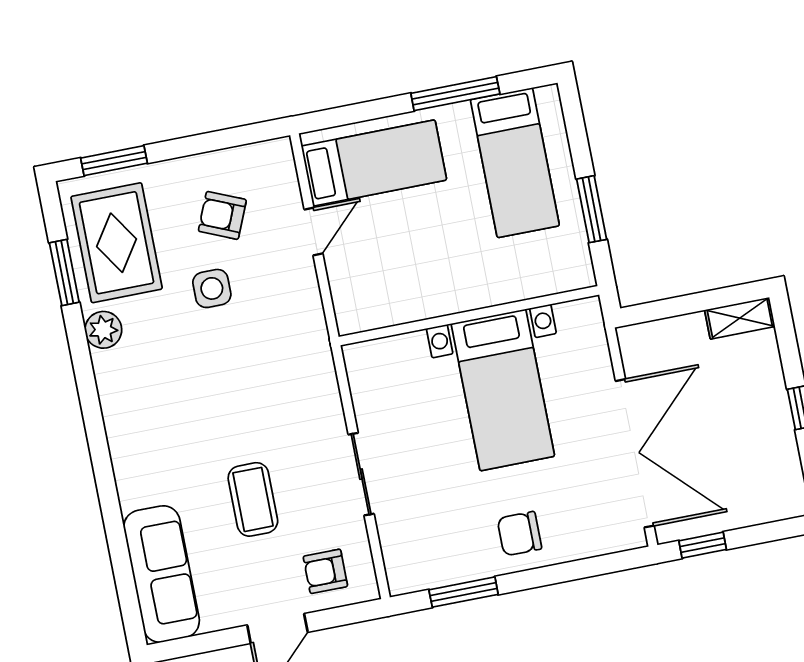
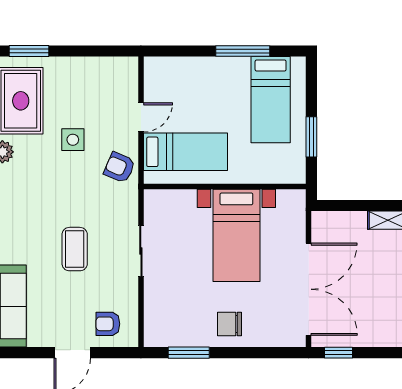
bed: (374, 163) -> (185, 152), moved
armchair: (222, 215) -> (119, 167), moved
sliding door: (361, 474) -> (141, 251), moved
coffee table: (253, 499) -> (75, 249), moved

